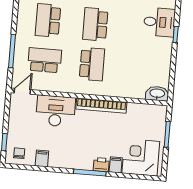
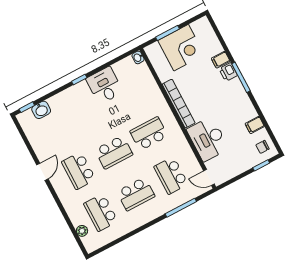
desk: (159, 22) -> (105, 85), moved
washbasin: (157, 94) -> (138, 57), width x0.52, depth x0.69
corner desk: (141, 157) -> (181, 48), moved, turned -90

